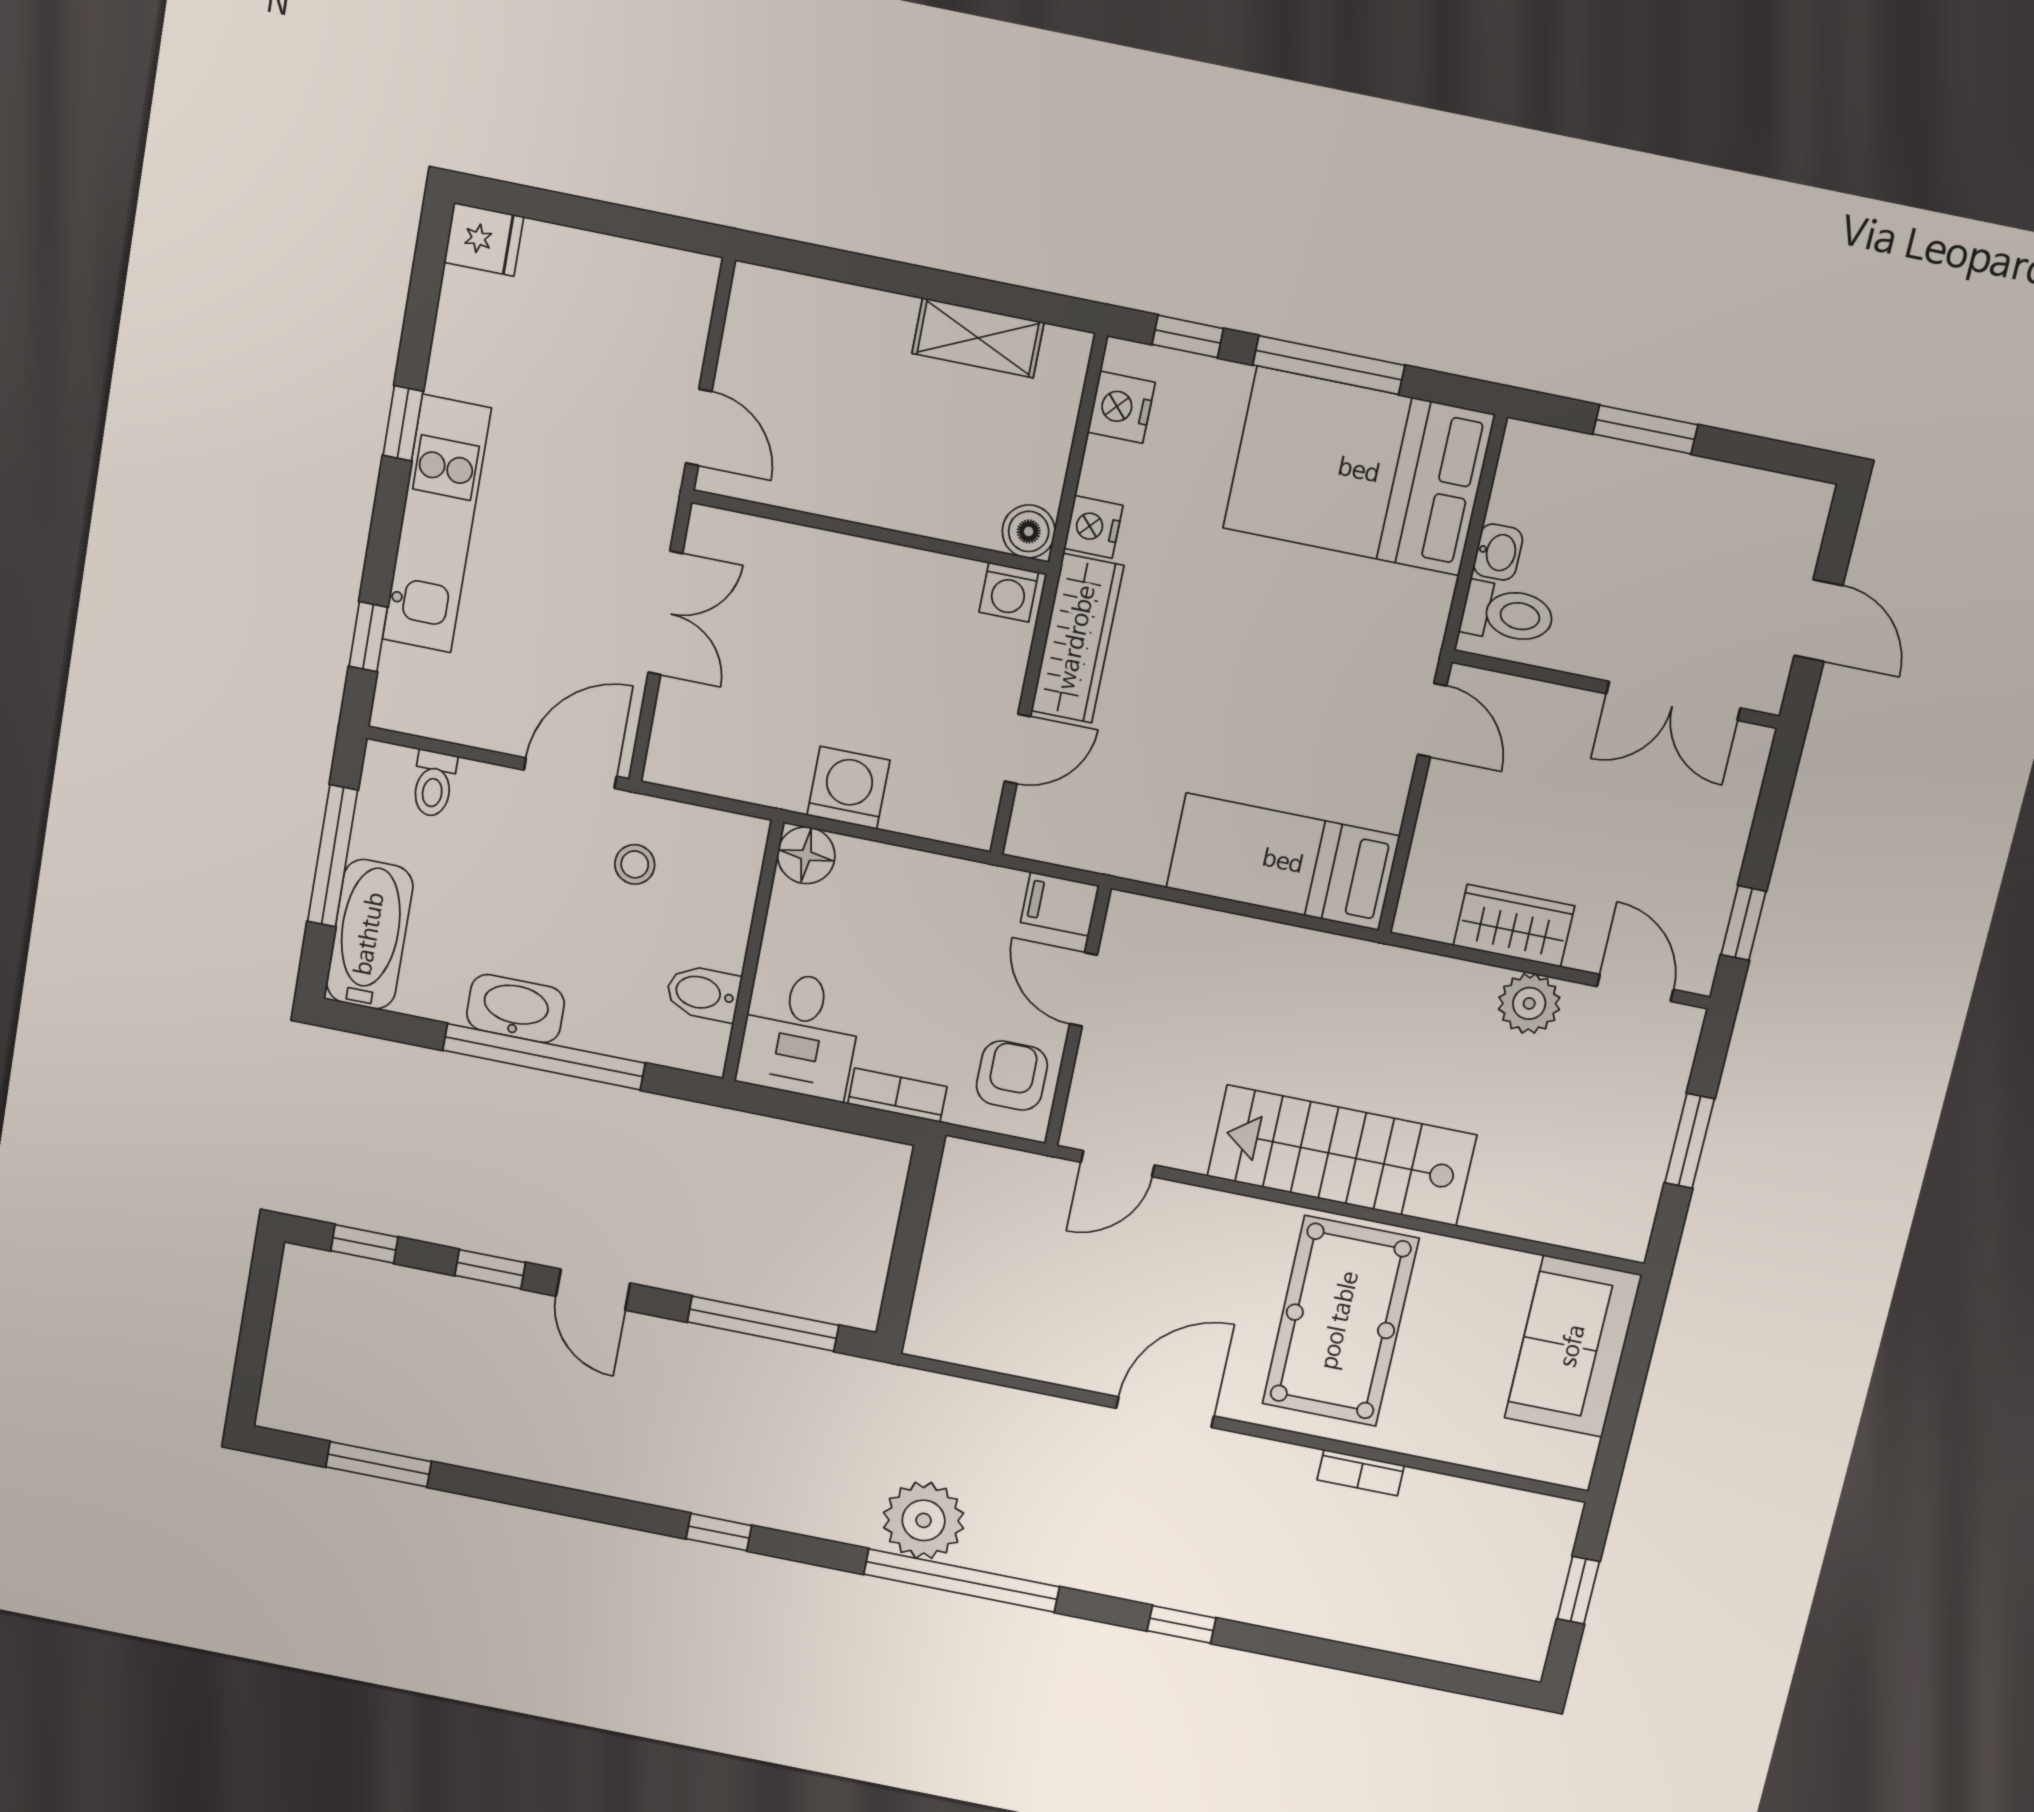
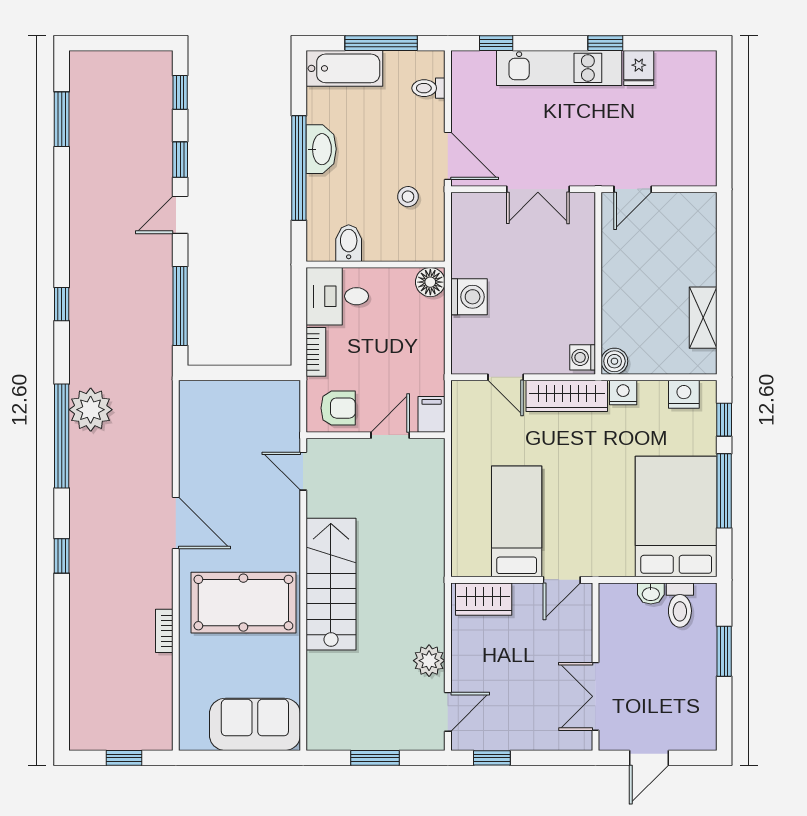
fridge: (484, 239) -> (639, 68), moved
toilet: (1508, 614) -> (680, 605), moved
bed: (1283, 862) -> (517, 521), moved
wardrobe: (1514, 926) -> (484, 599), moved, turned 90

